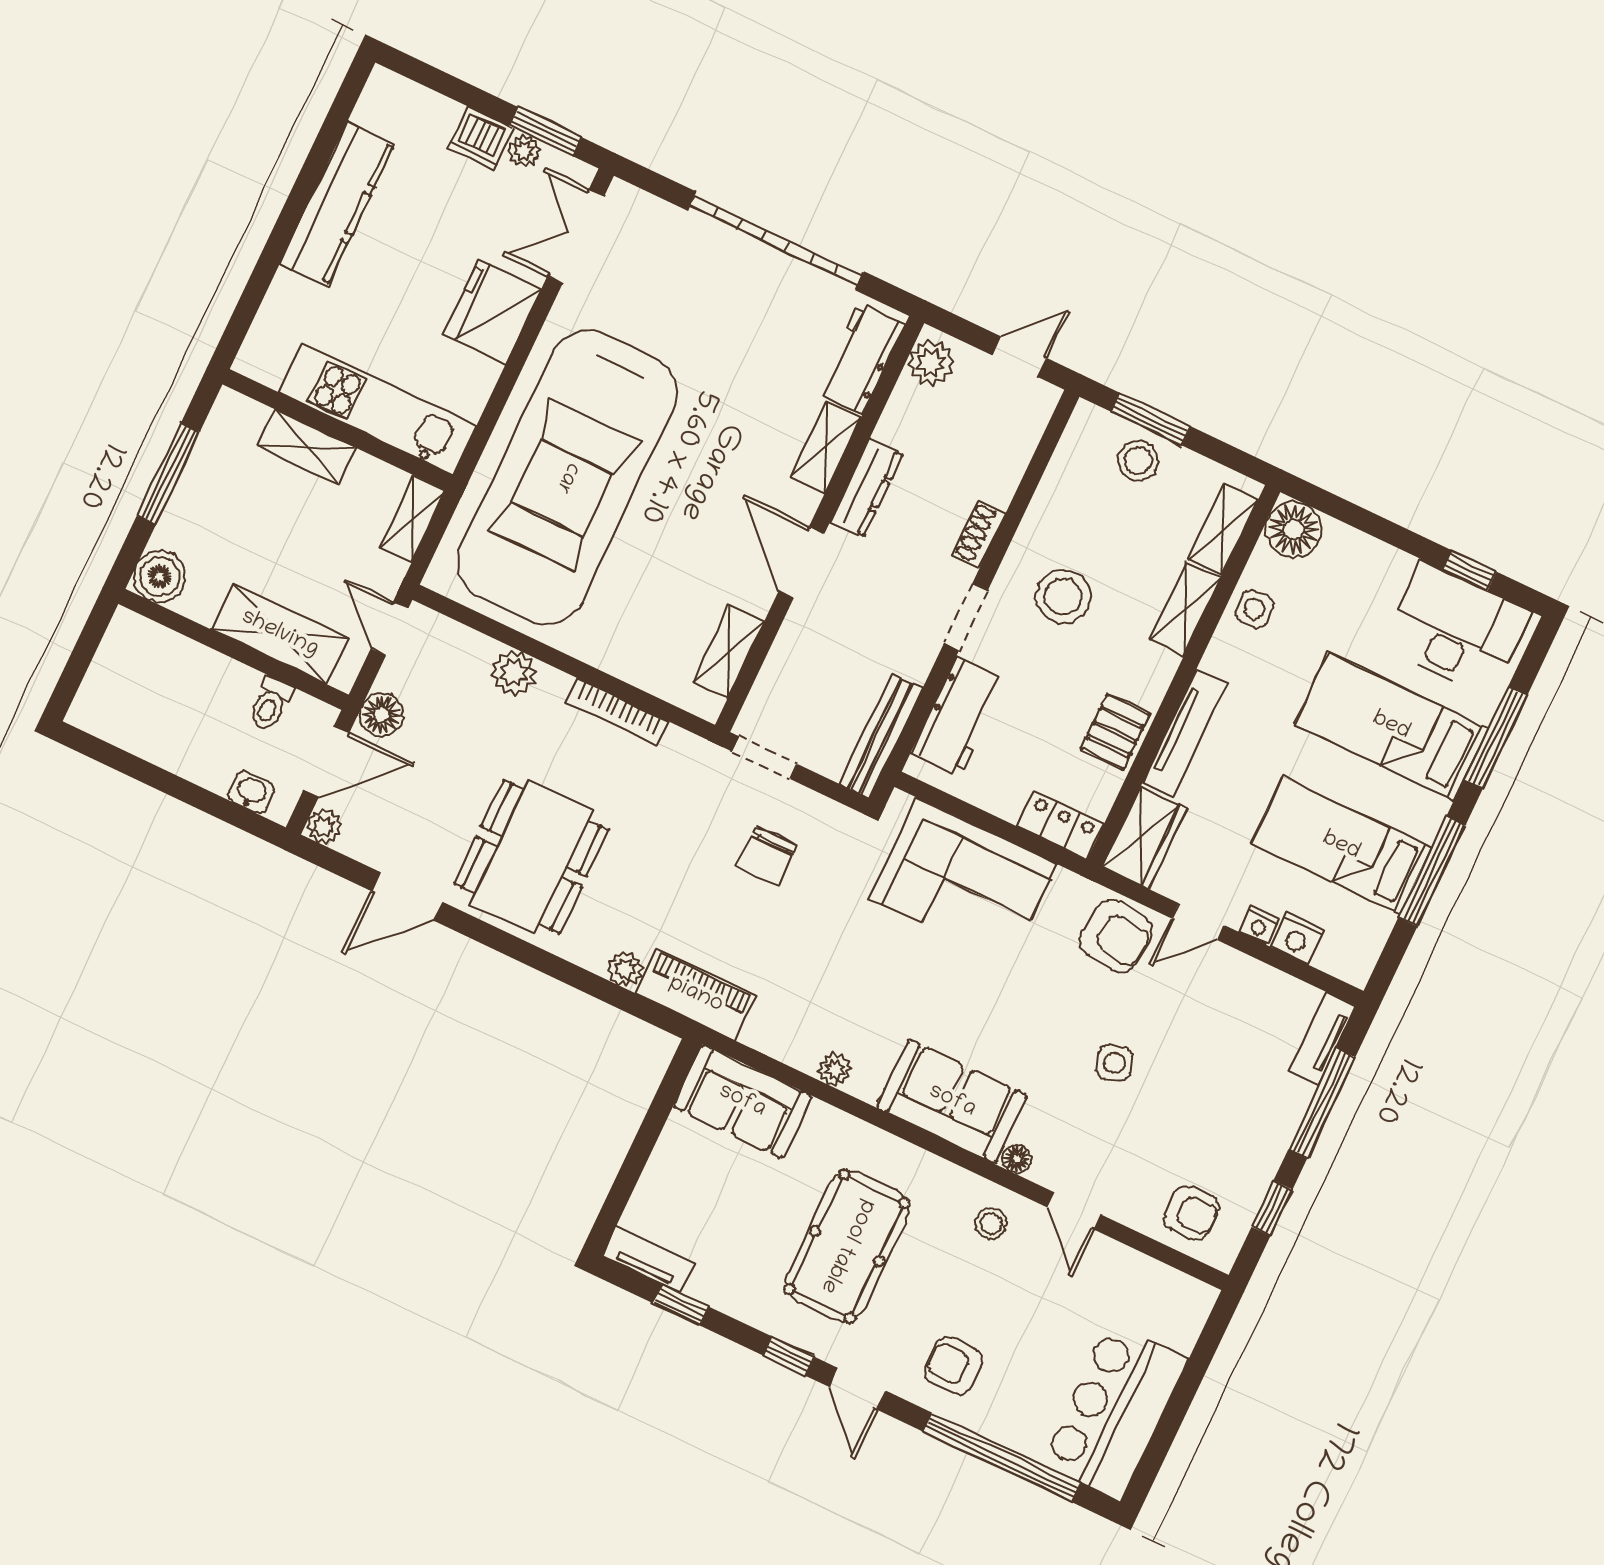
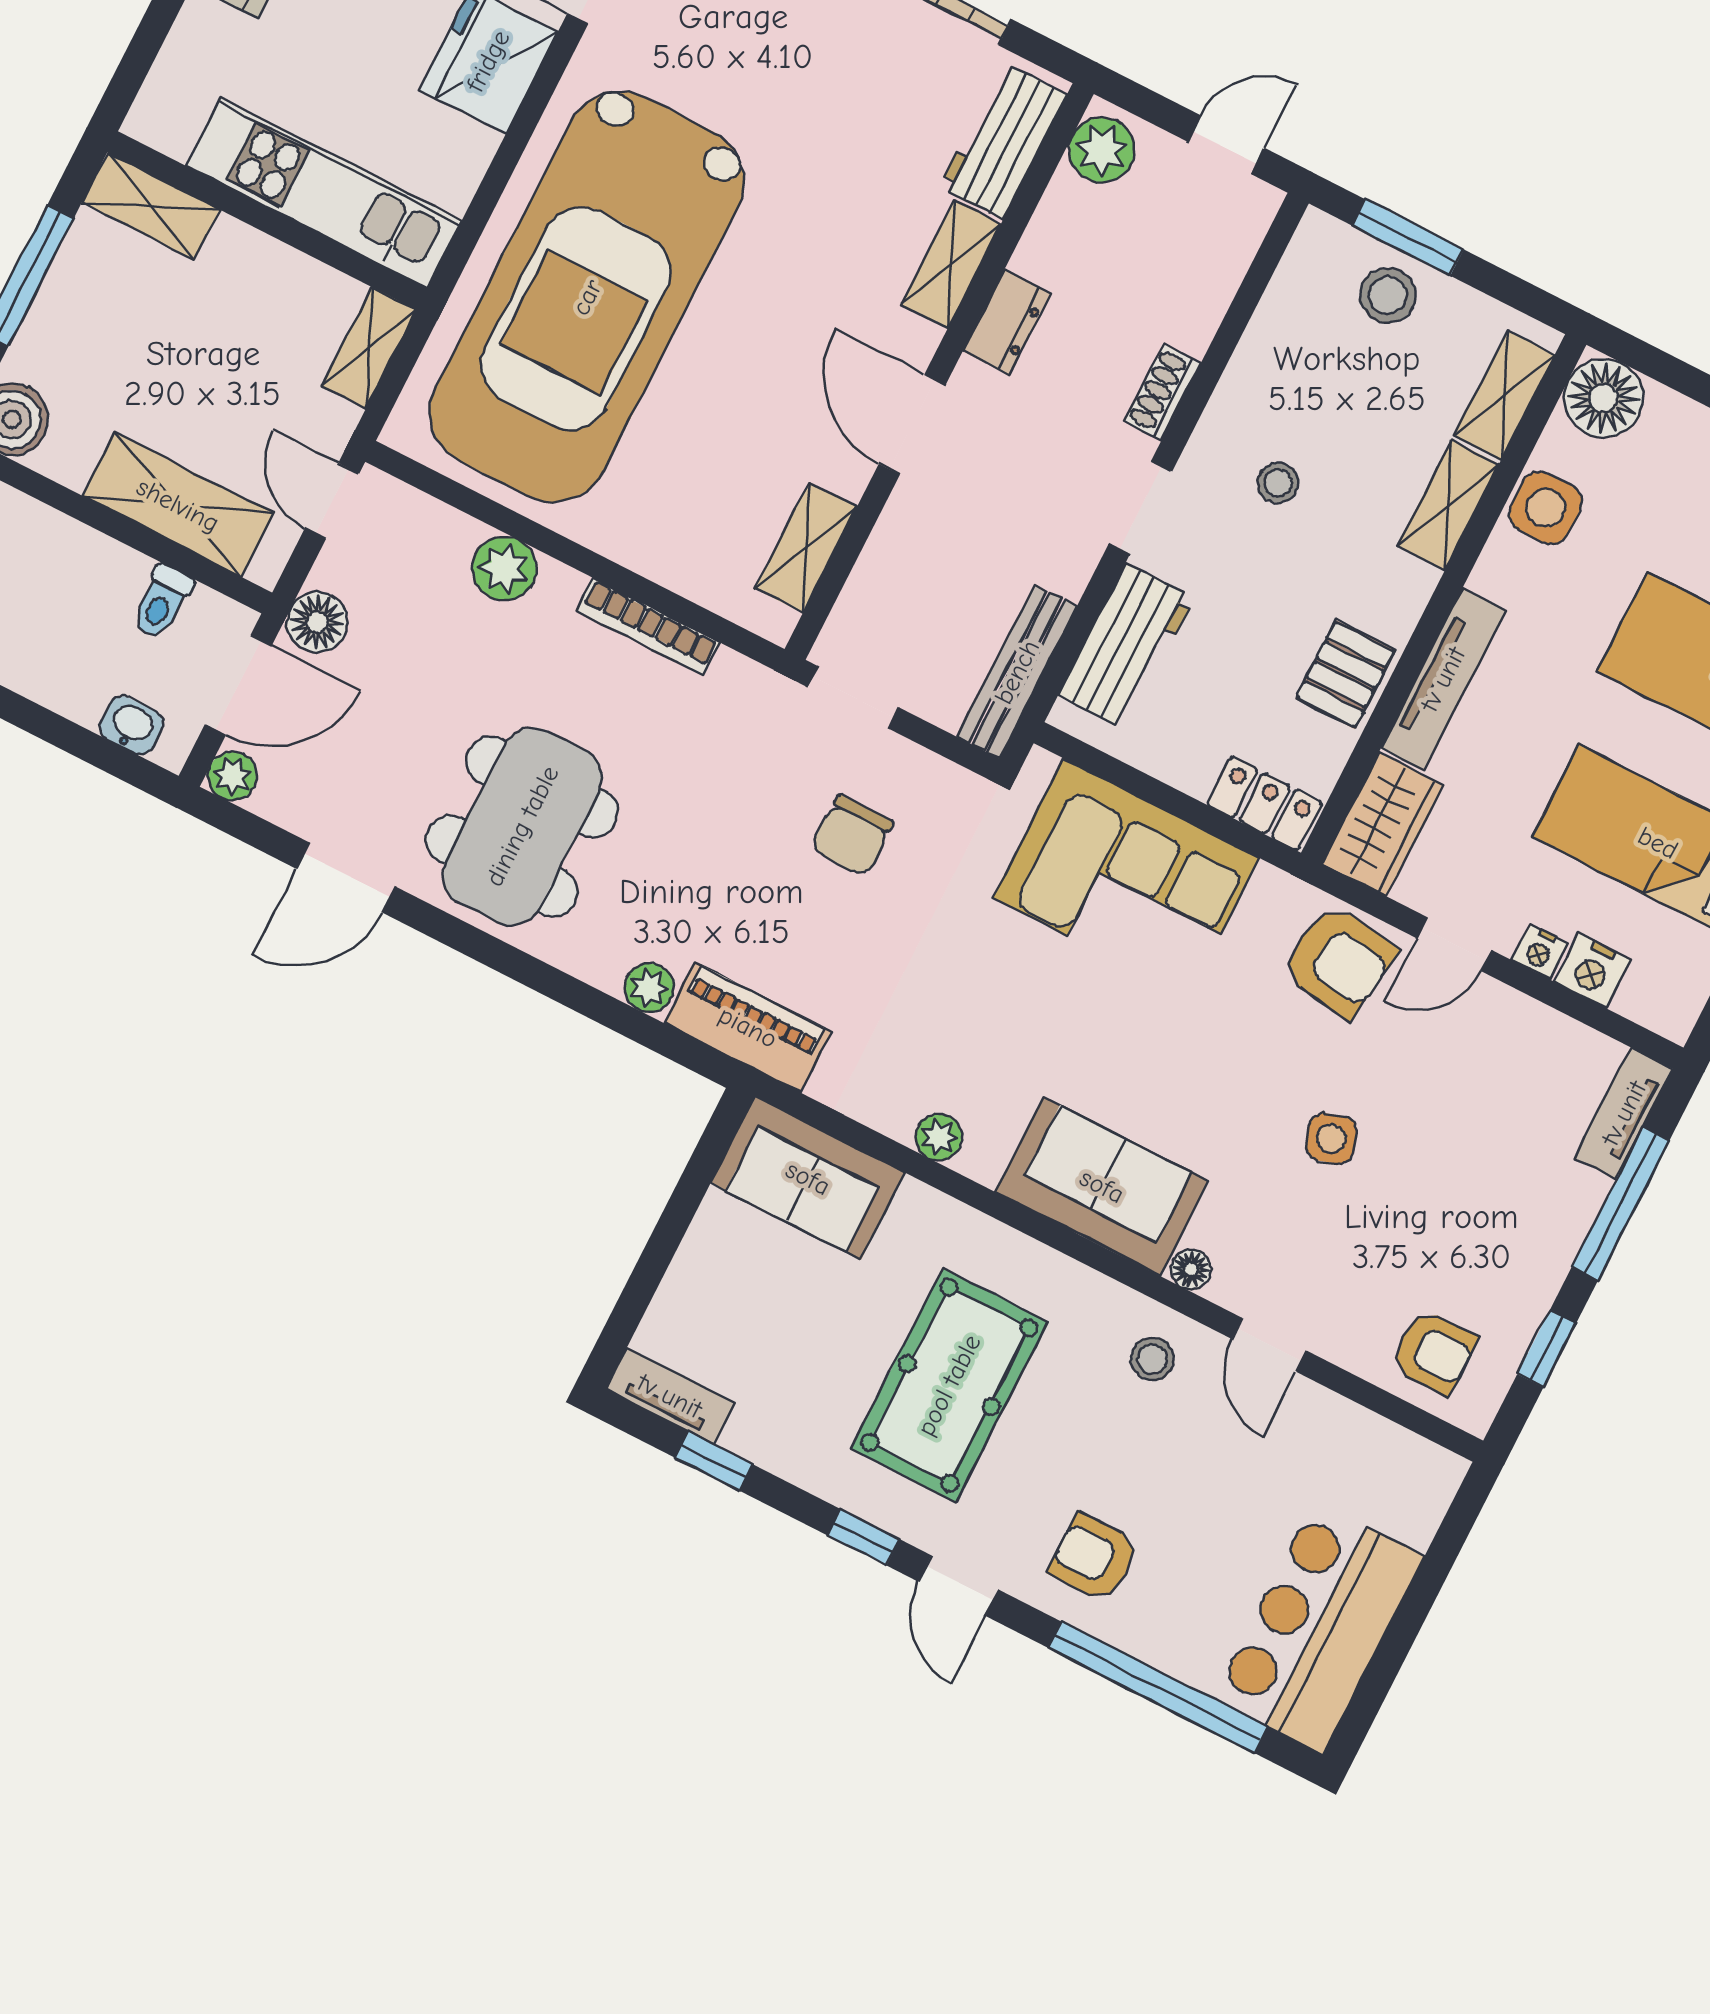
shelving: (307, 447) -> (151, 206), moved
dresser: (867, 488) -> (1007, 322), width x0.70
stool: (1063, 597) -> (1278, 483), width x0.53, depth x0.53
side table: (1254, 609) -> (1546, 508), width x1.37, depth x1.37

